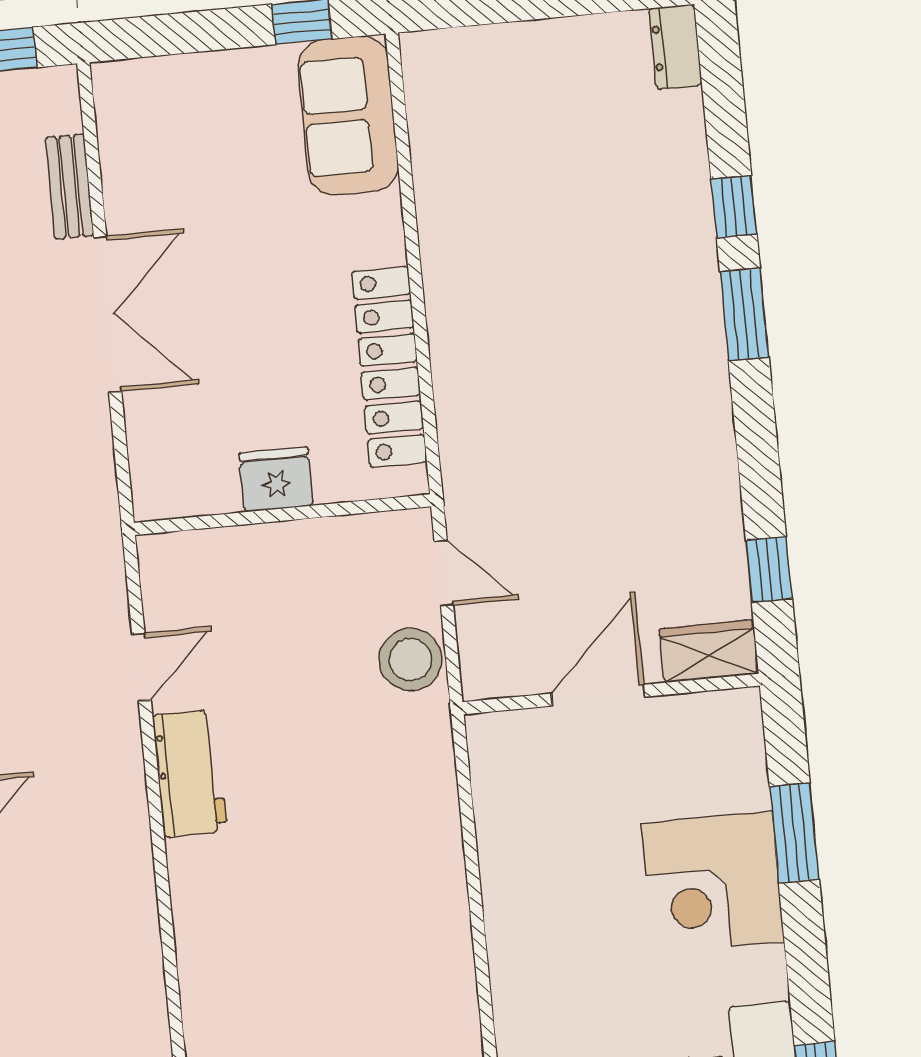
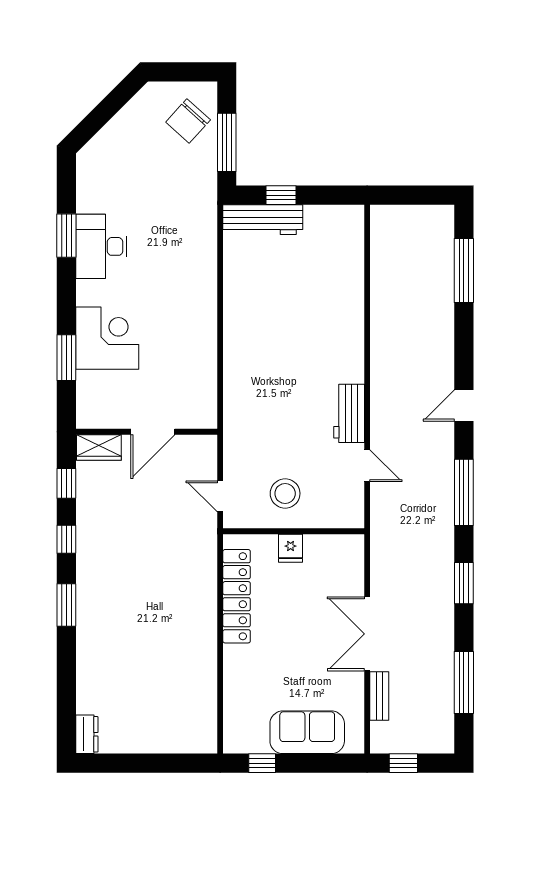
sofa: (348, 116) -> (307, 732), moved, turned -90
window: (734, 207) -> (66, 539), moved
fridge: (276, 479) -> (291, 548), width x0.72
stool: (410, 660) -> (285, 493), moved
door: (142, 667) -> (367, 466), swing flipped

